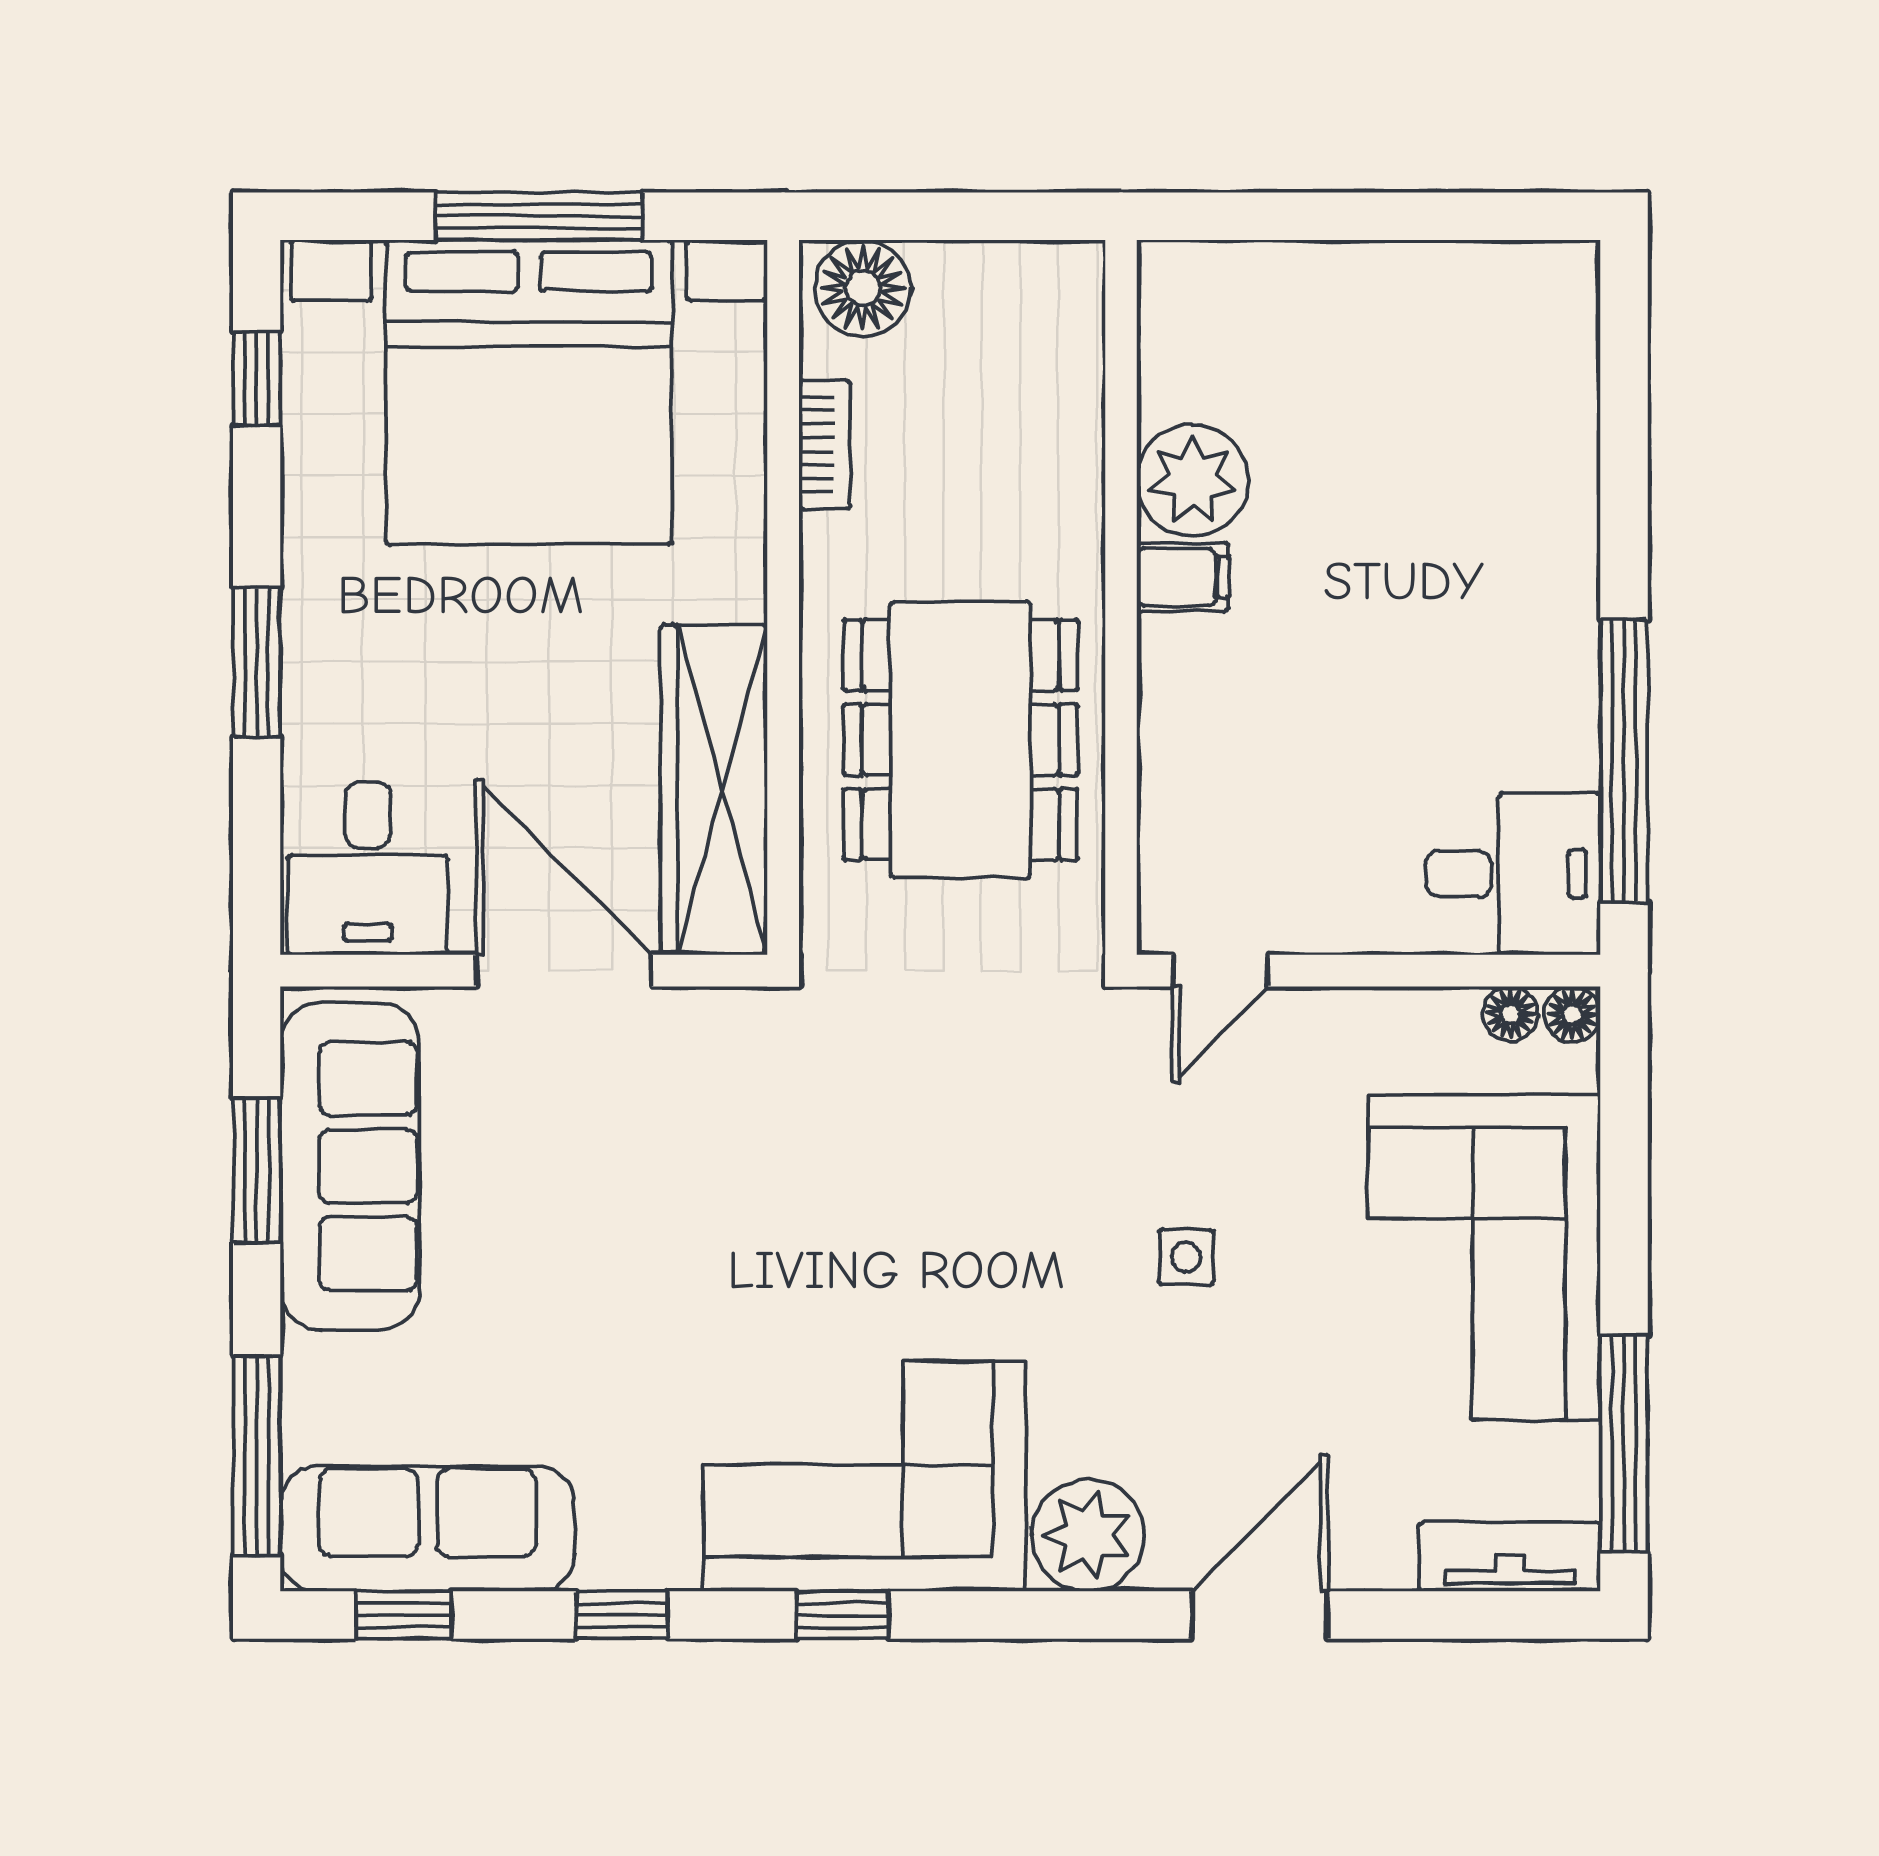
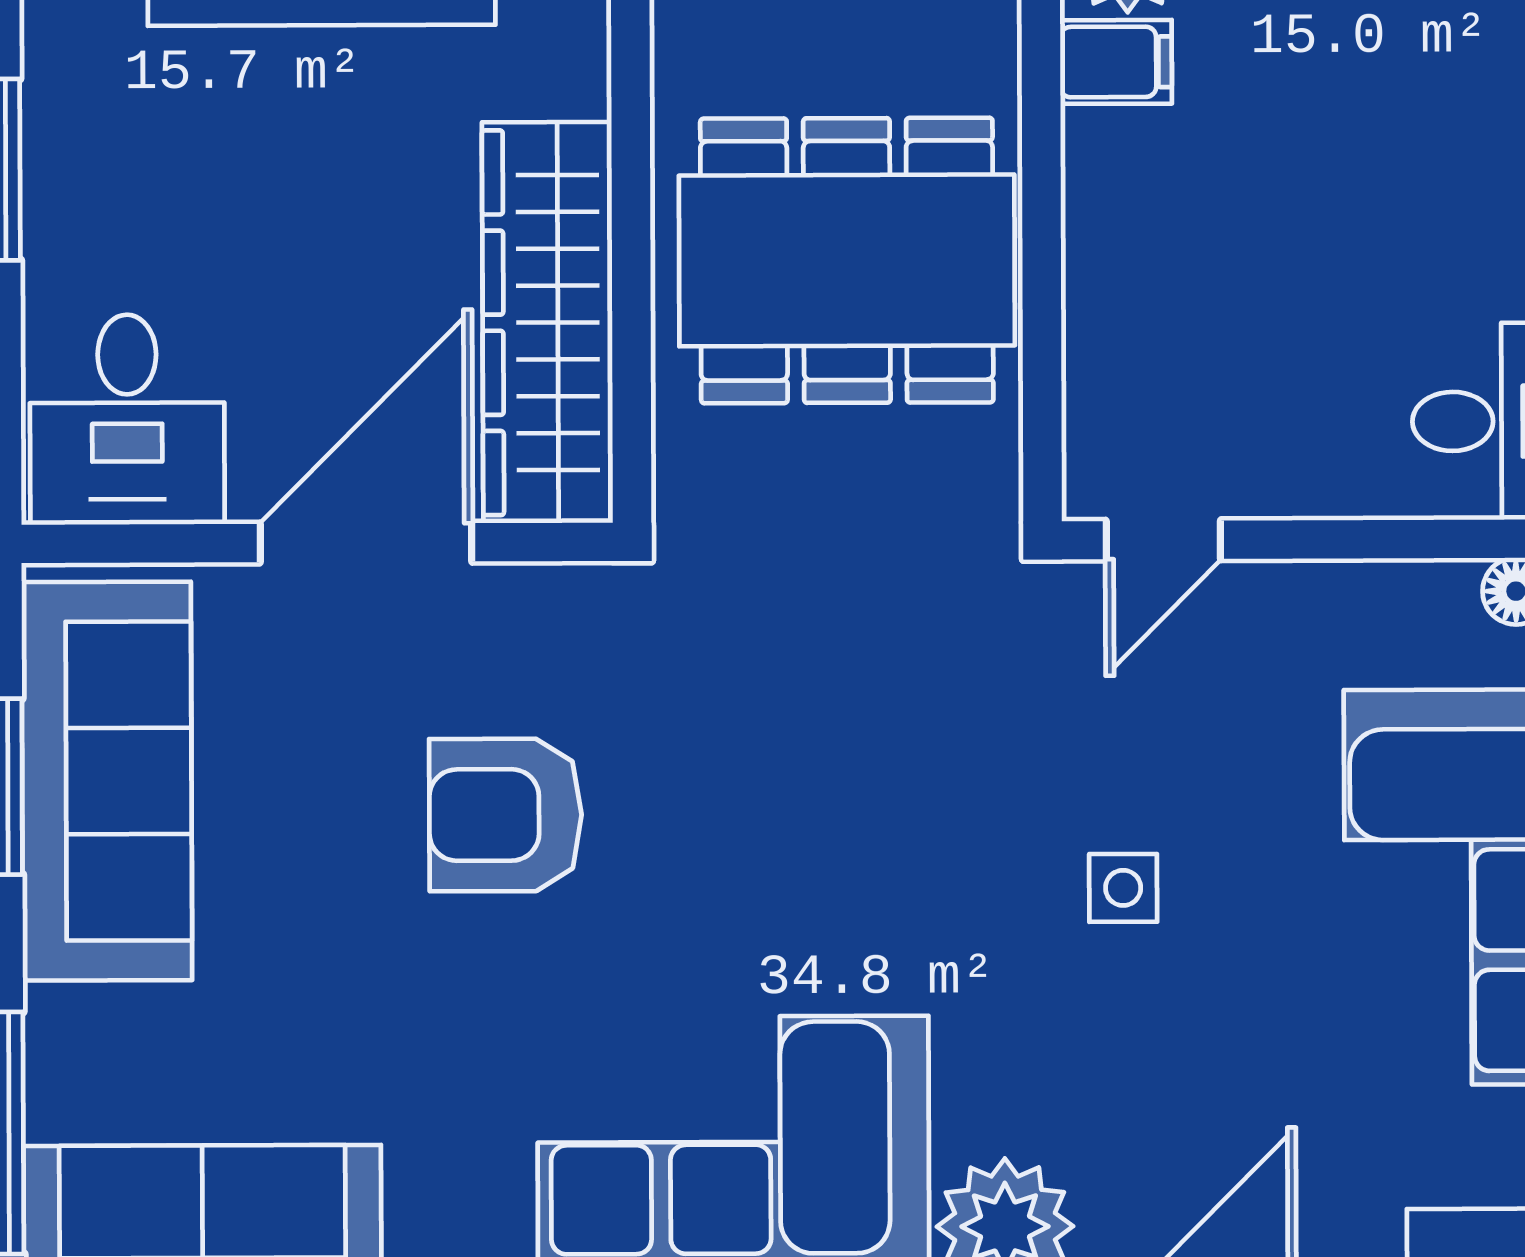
dining table: (961, 740) -> (847, 260), turned 90
door: (564, 971) -> (366, 543), hinge flipped
armchair: (678, 1195) -> (506, 815), added

